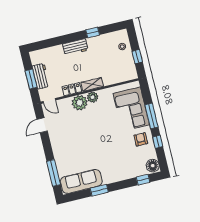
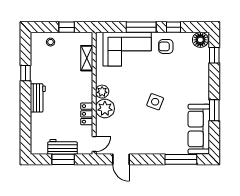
shelving: (92, 84) -> (87, 58), moved
side table: (95, 141) -> (155, 102), added

